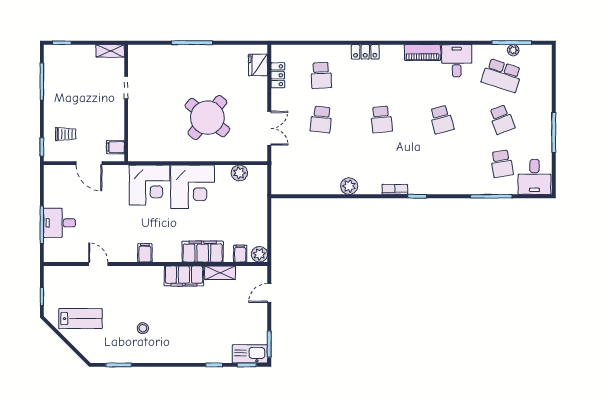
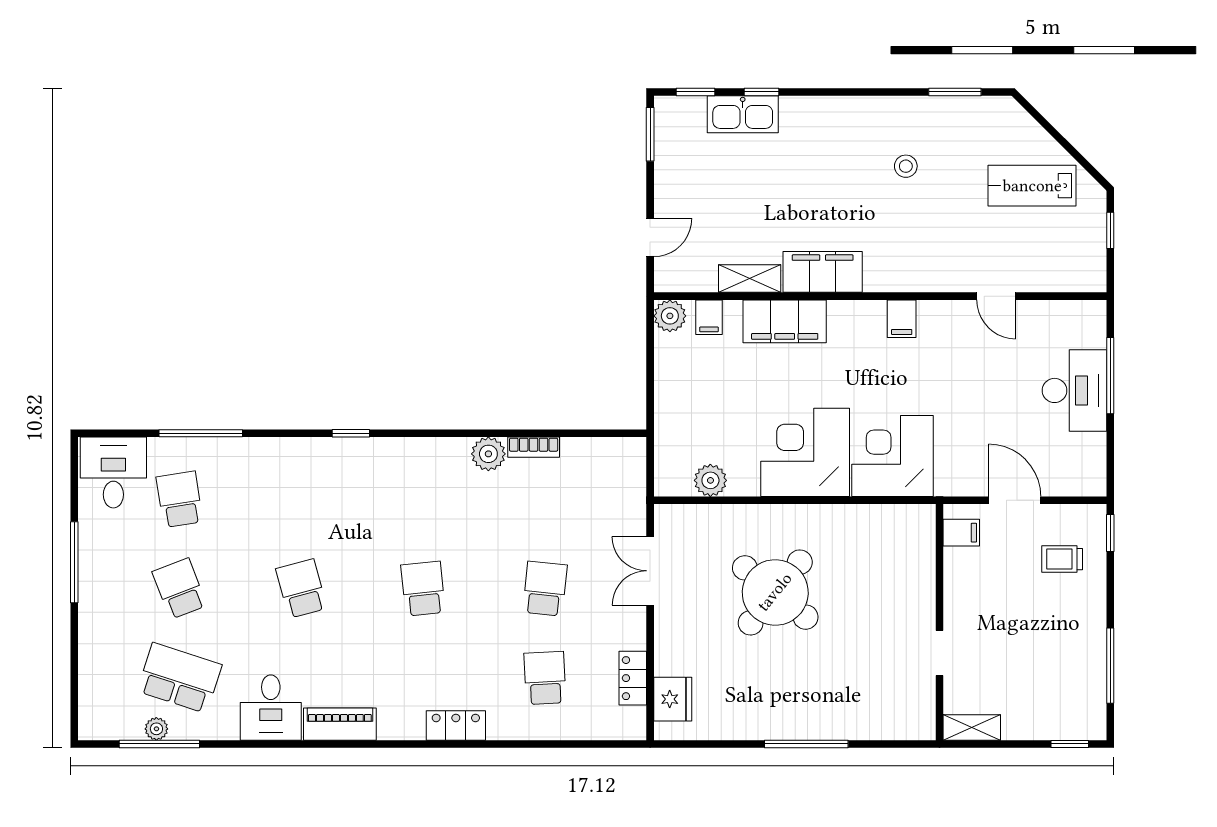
bookcase: (395, 189) -> (534, 447), moved
desk: (60, 223) -> (1074, 390), width x1.37
kitchen sink: (250, 354) -> (743, 114), moved

